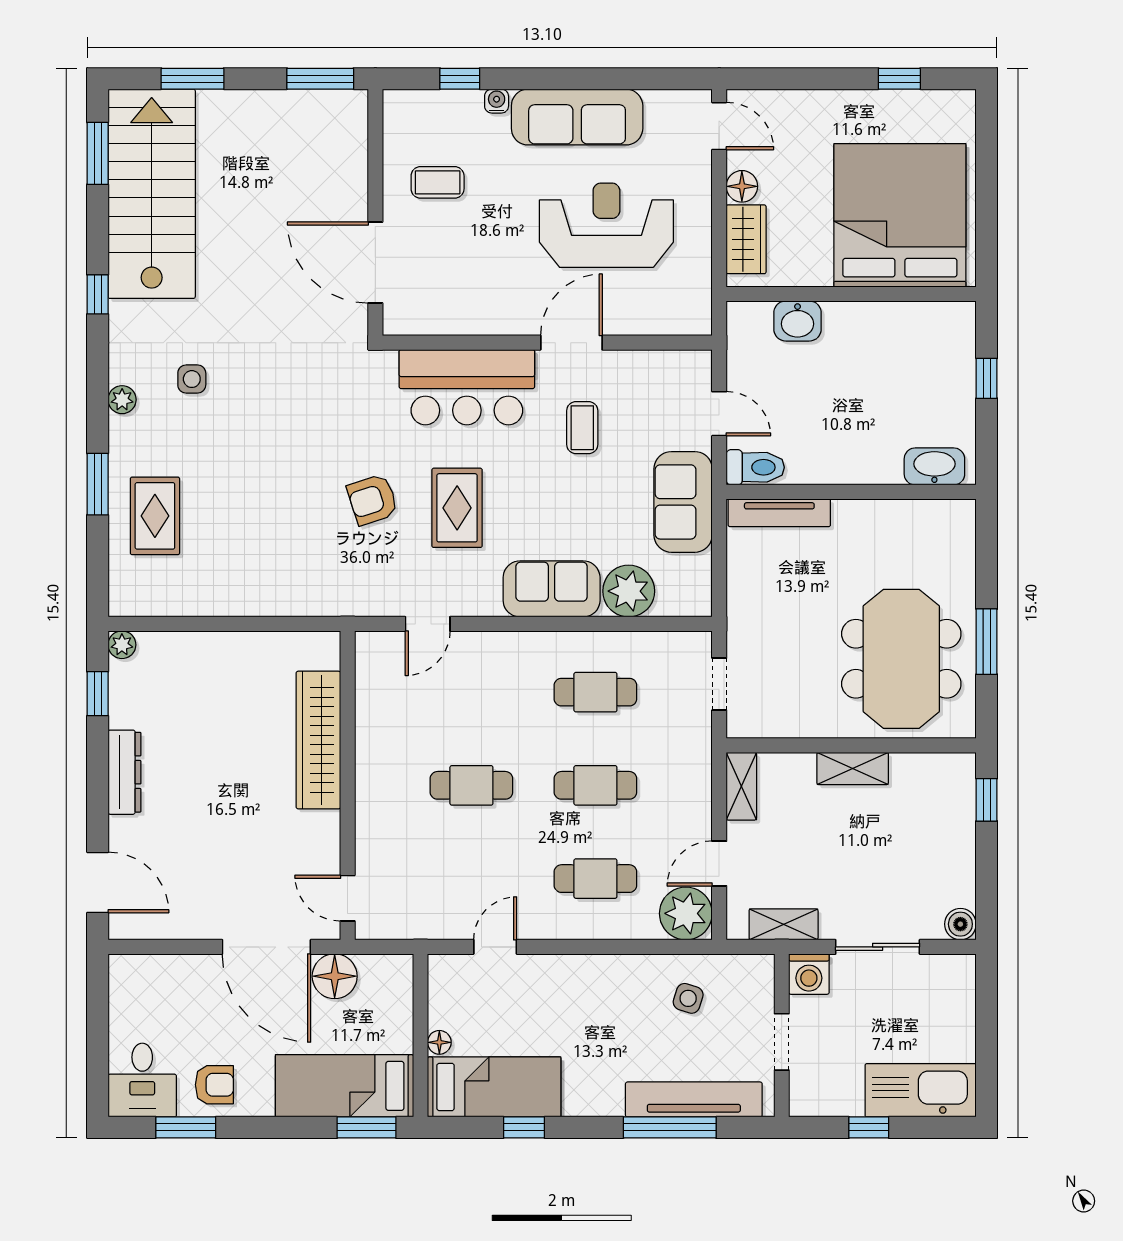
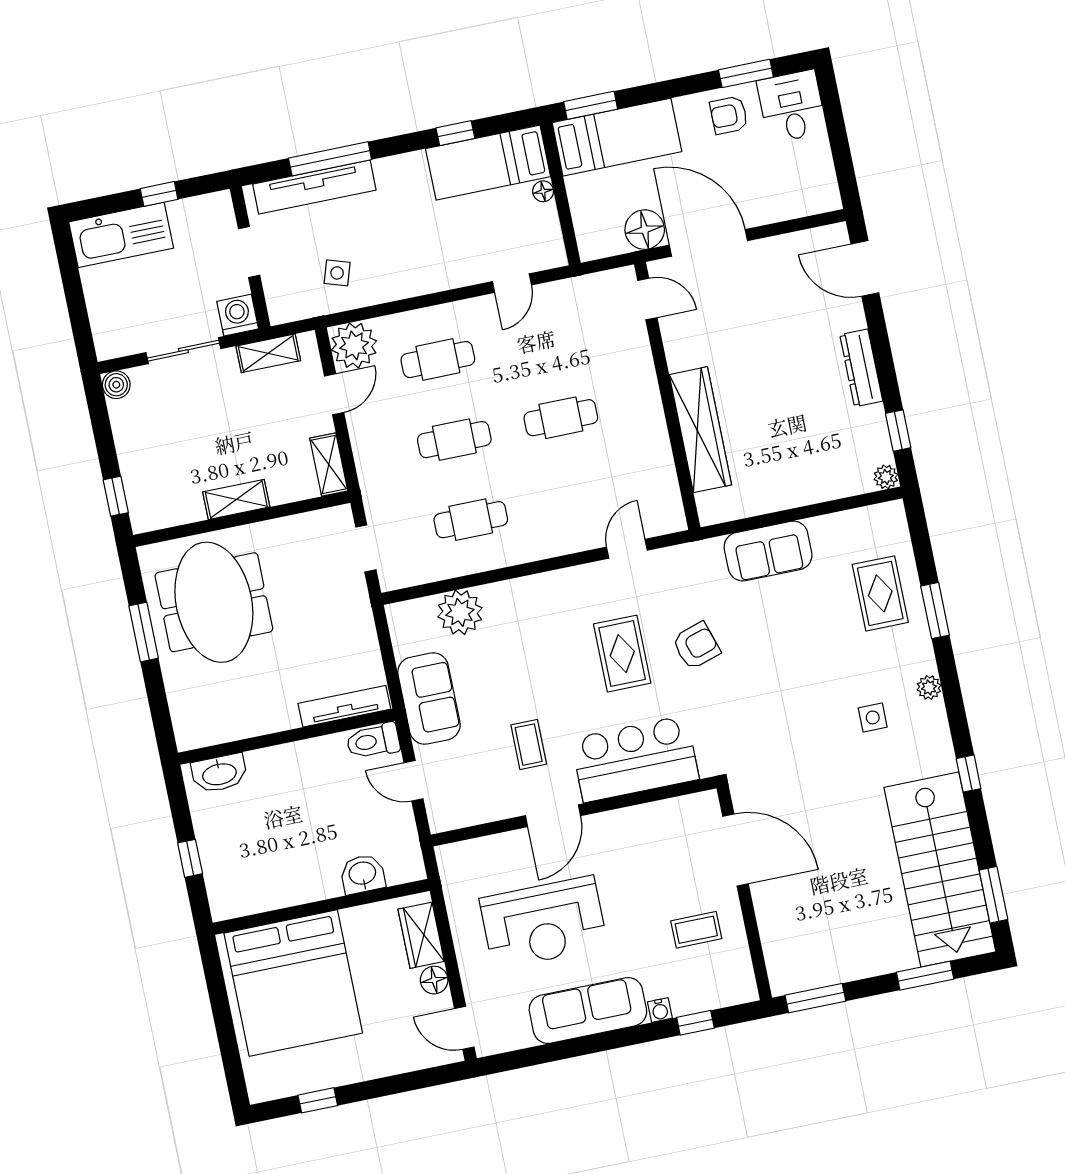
sofa: (552, 589) -> (768, 551), moved

